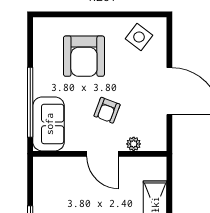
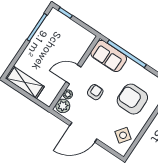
armchair: (107, 110) -> (95, 92), turned 69
plant: (153, 140) -> (63, 106), added

